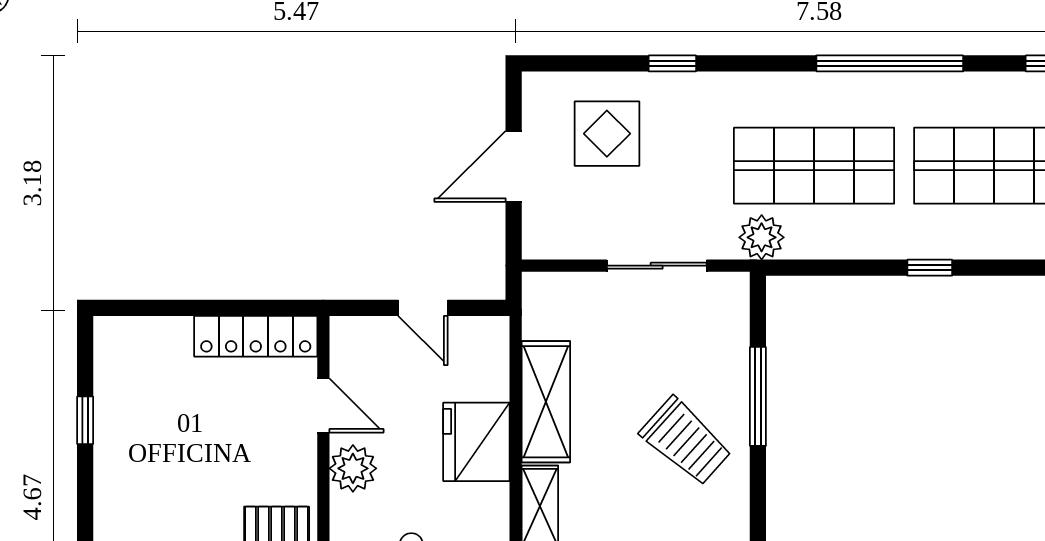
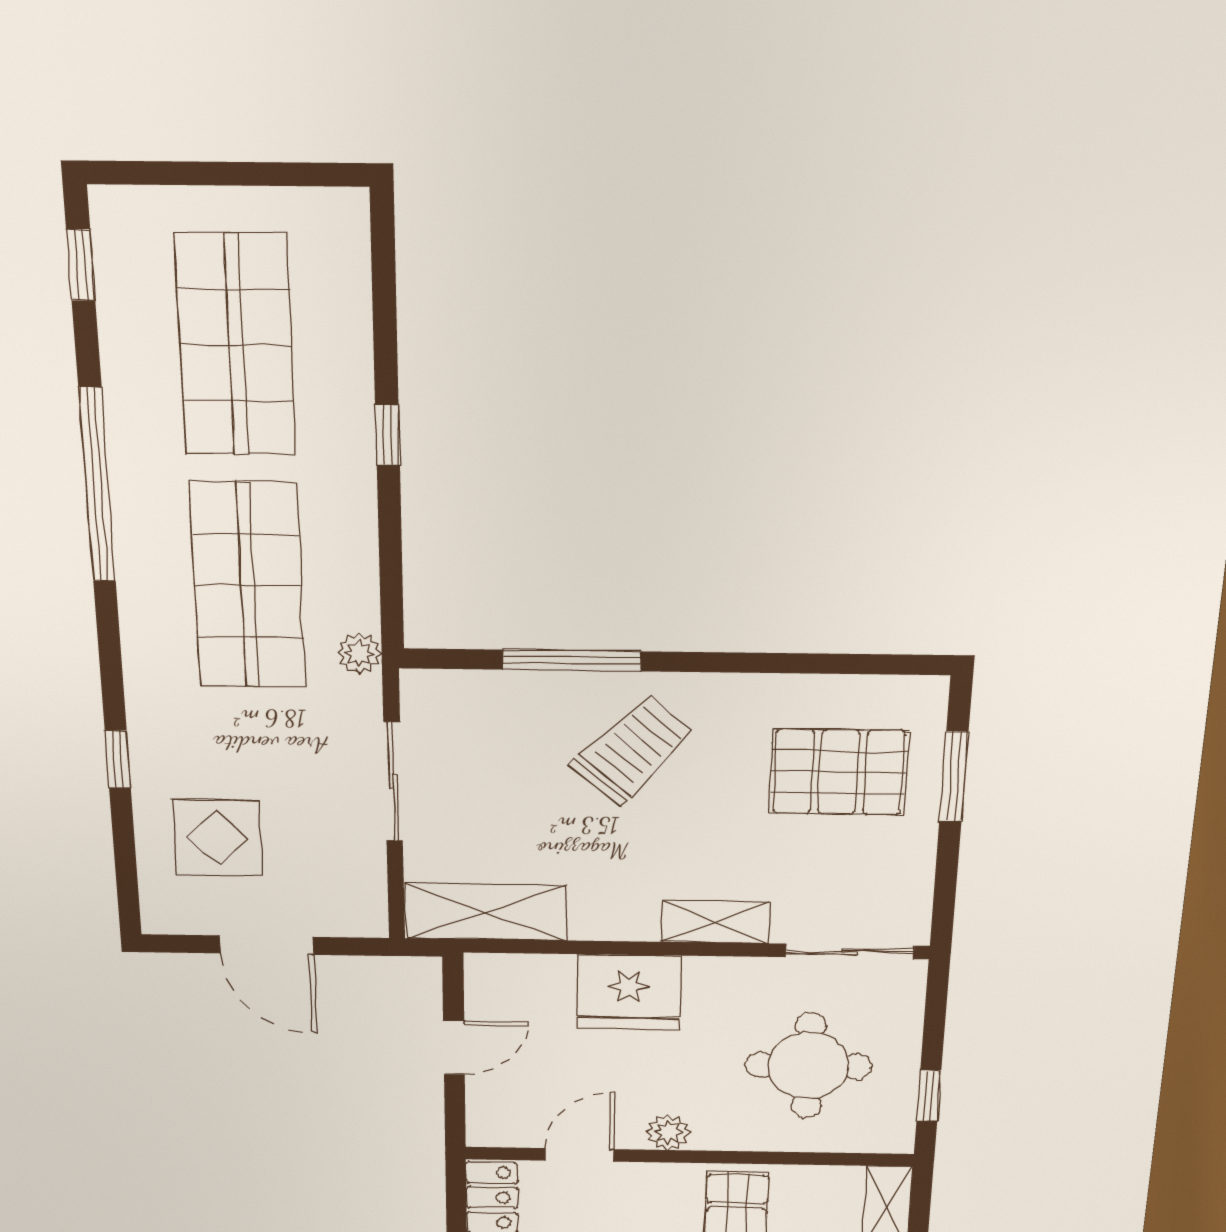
plant: (762, 237) -> (359, 653), width x0.73, depth x0.73
shelving: (546, 402) -> (486, 912), moved
plant: (353, 468) -> (668, 1132), width x0.73, depth x0.73

